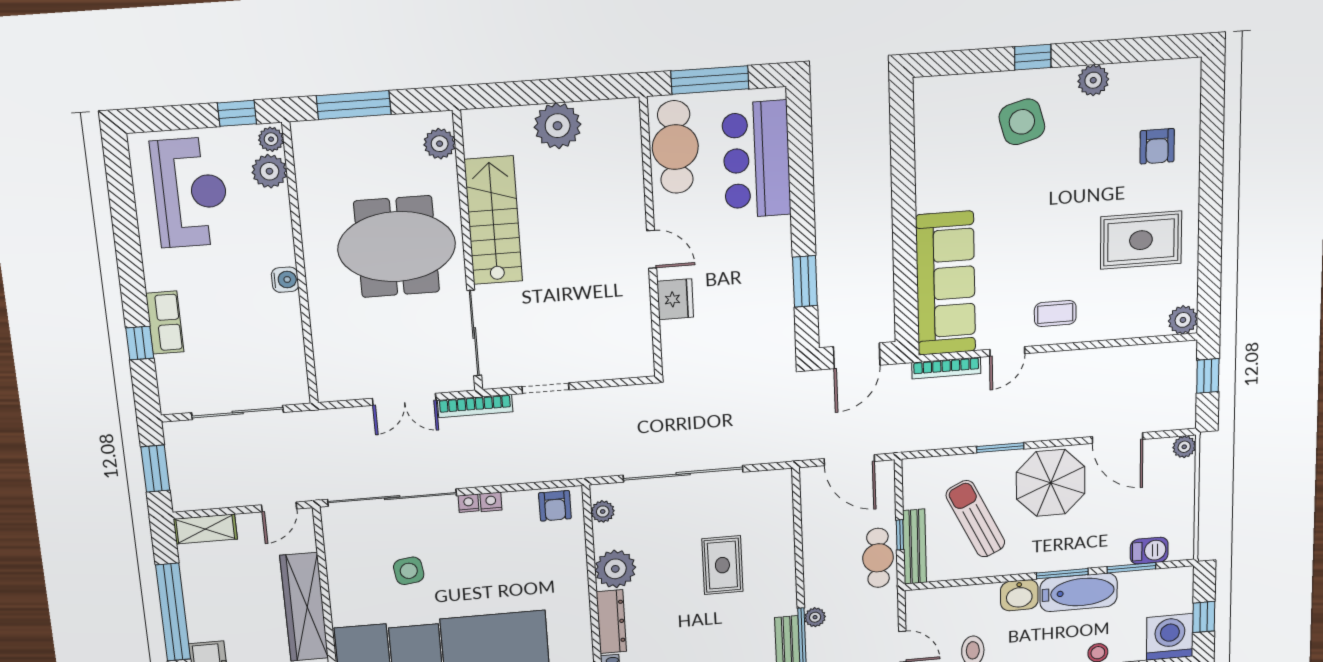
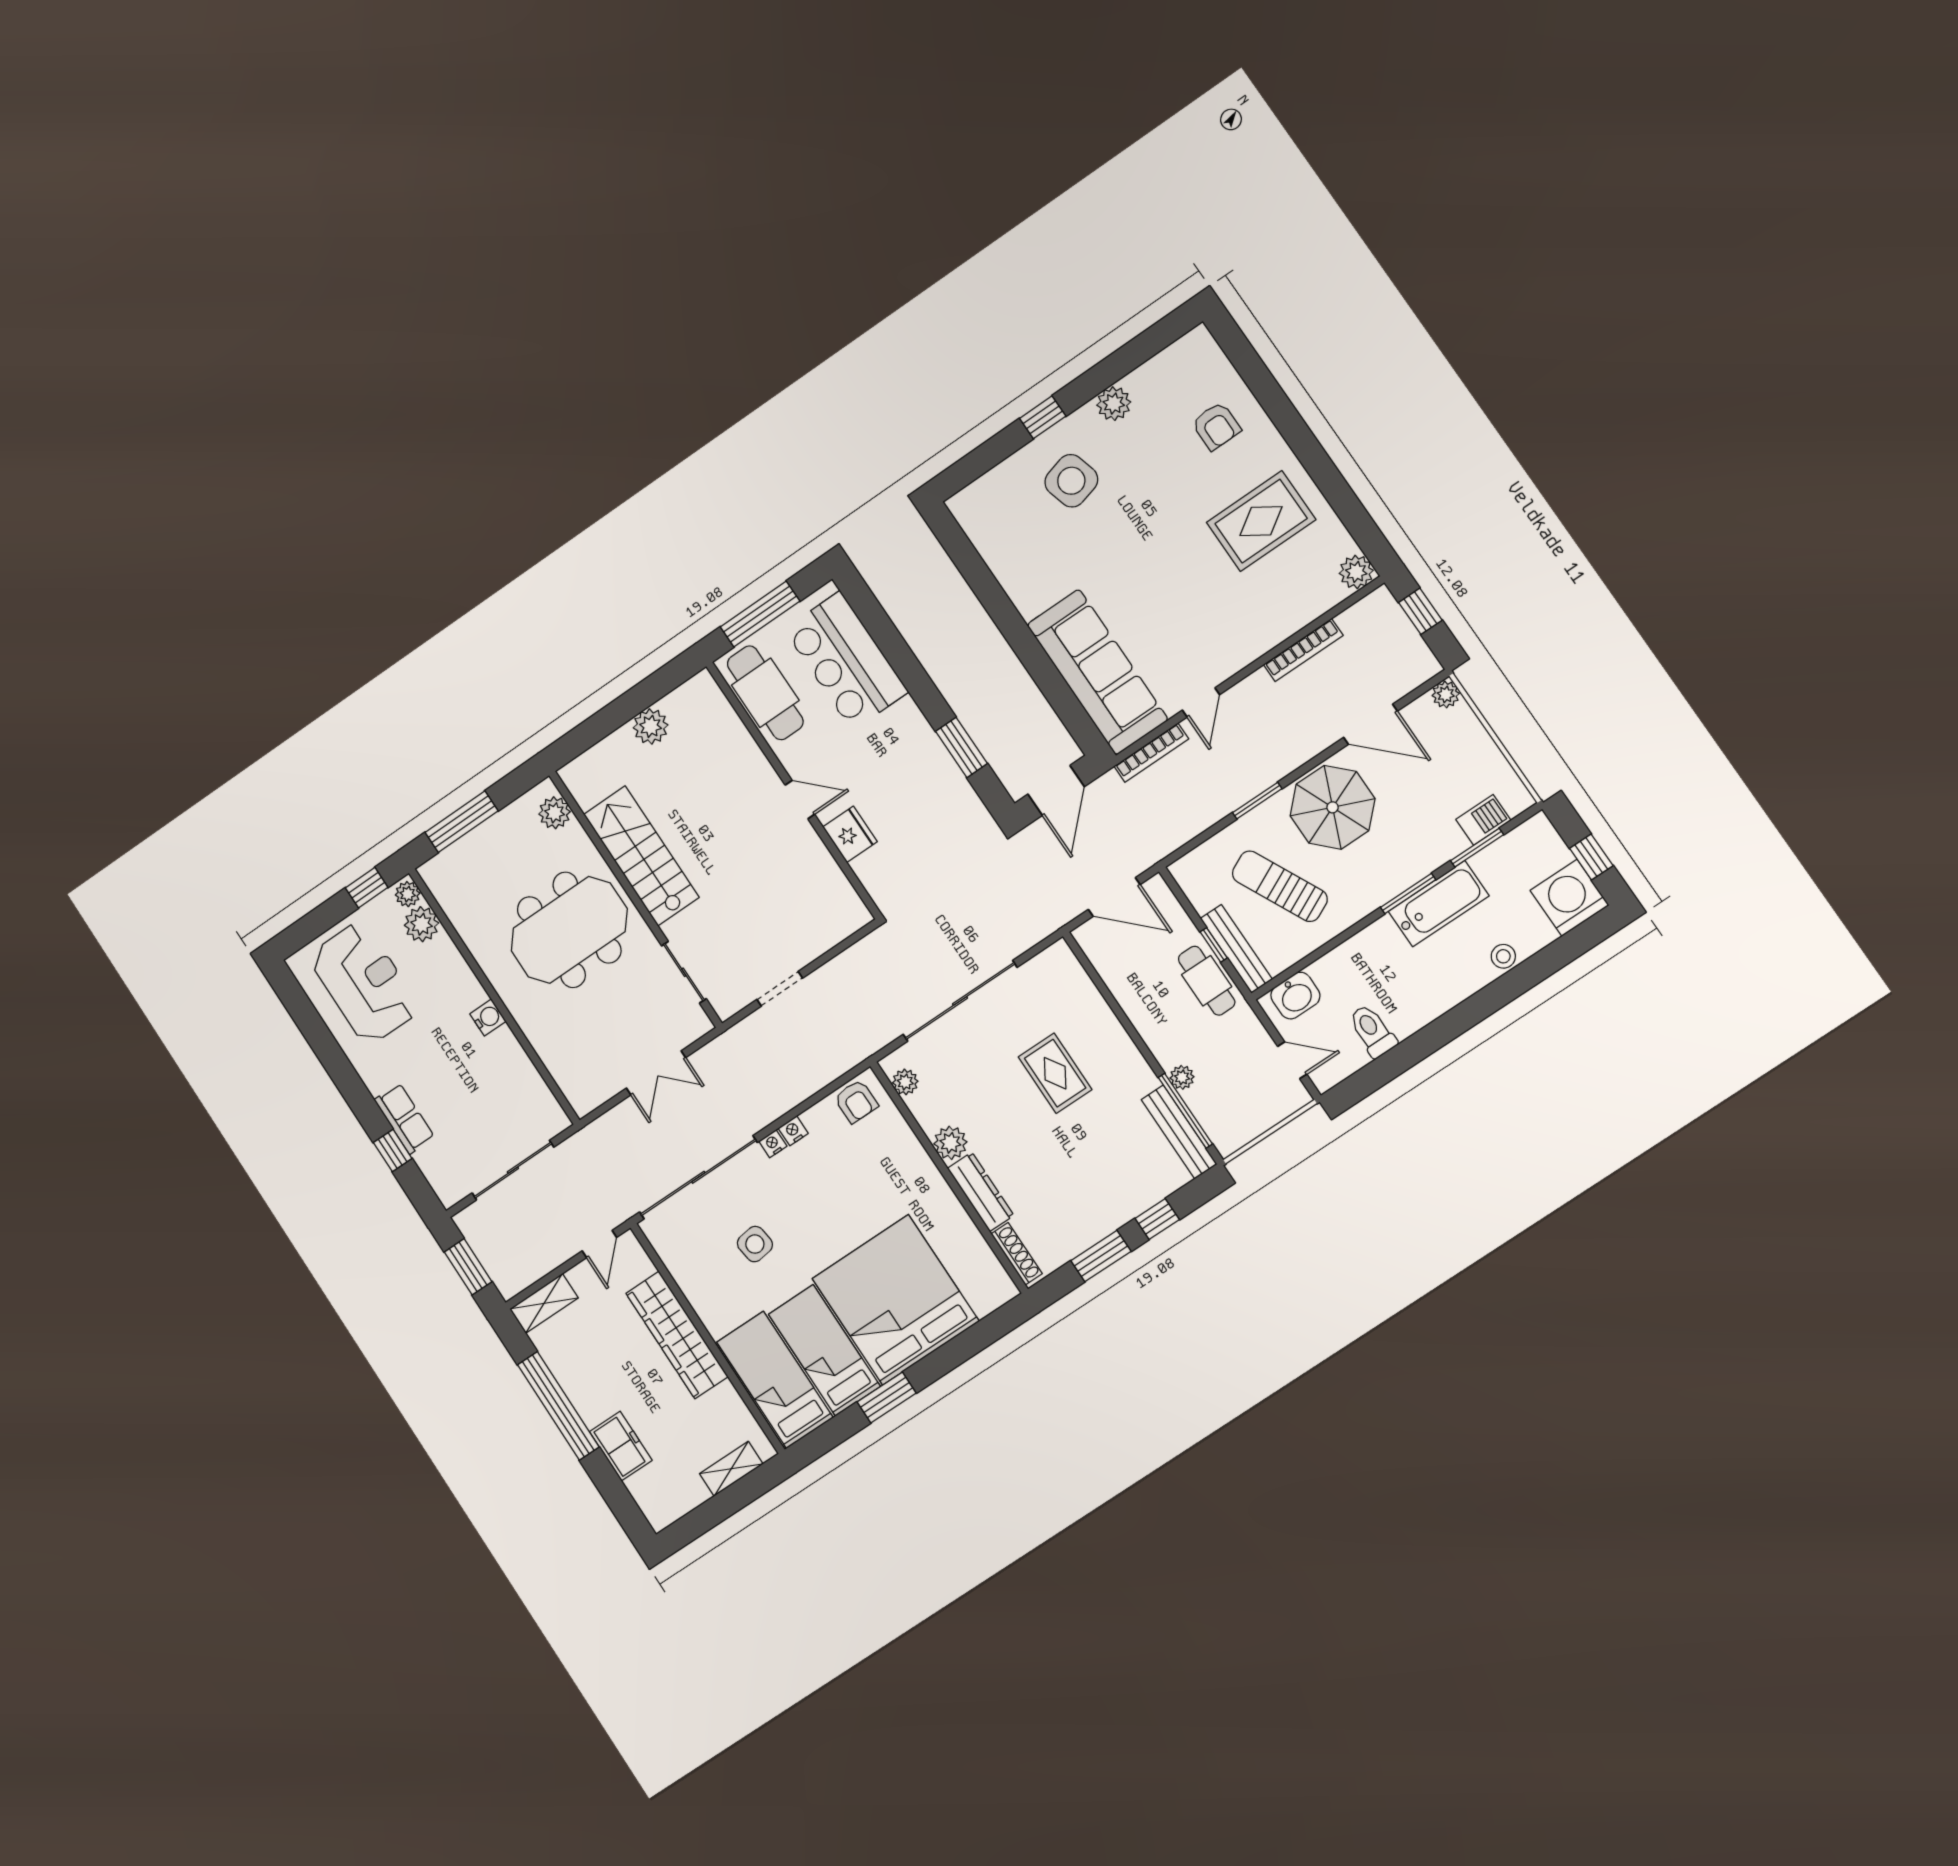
plant: (558, 126) -> (651, 726), width x0.73, depth x0.73
coffee table: (1055, 314) -> (1224, 639), removed
sliding door: (474, 333) -> (684, 972), width x0.73
bookcase: (475, 406) -> (1303, 650), moved
plant: (615, 569) -> (950, 1143), width x0.73, depth x0.73
washbasin: (1019, 595) -> (1295, 996), moved

